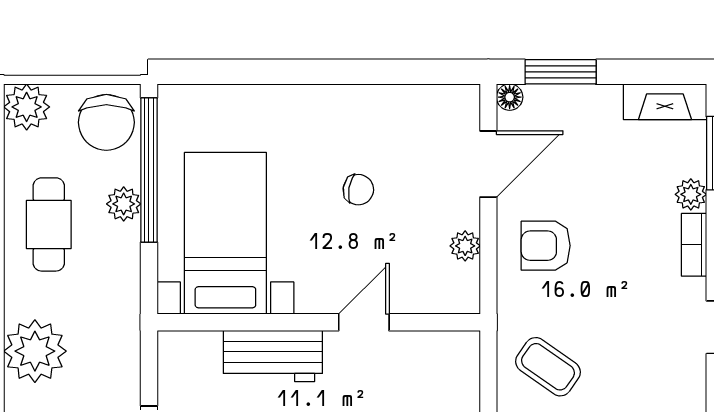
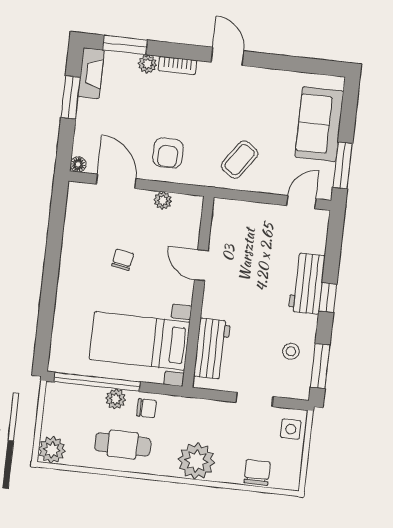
window: (561, 72) -> (71, 97), moved
chair: (106, 122) -> (146, 408), moved, width x0.54, depth x0.54
workbench: (273, 356) -> (212, 349), moved

